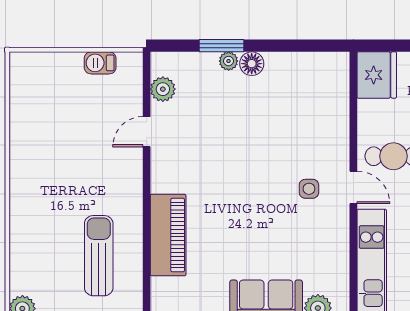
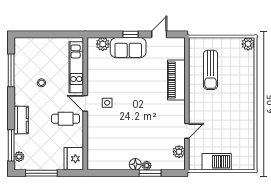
barbecue: (100, 63) -> (217, 162), width x1.88, depth x1.53

